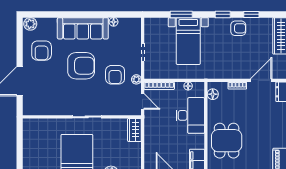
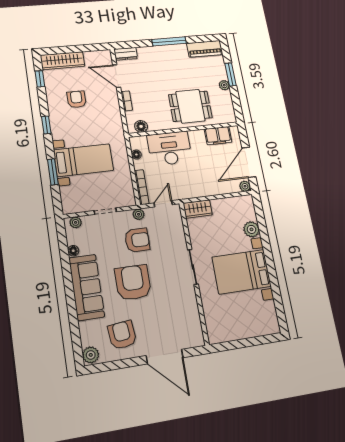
window: (251, 14) -> (40, 79), moved
plant: (136, 27) -> (76, 222), added
armchair: (238, 28) -> (77, 99), moved
armchair: (42, 51) -> (122, 335), turned -96

